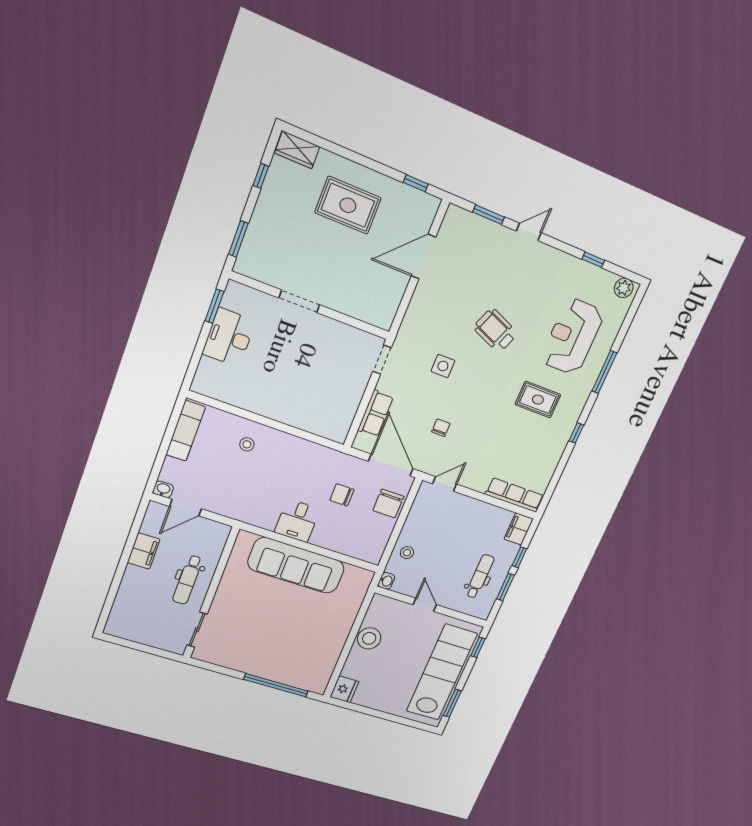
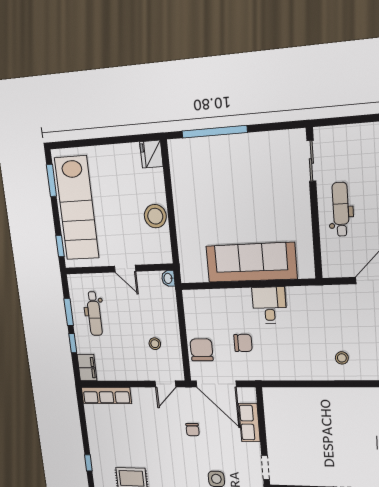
stool: (407, 553) -> (155, 344), moved

